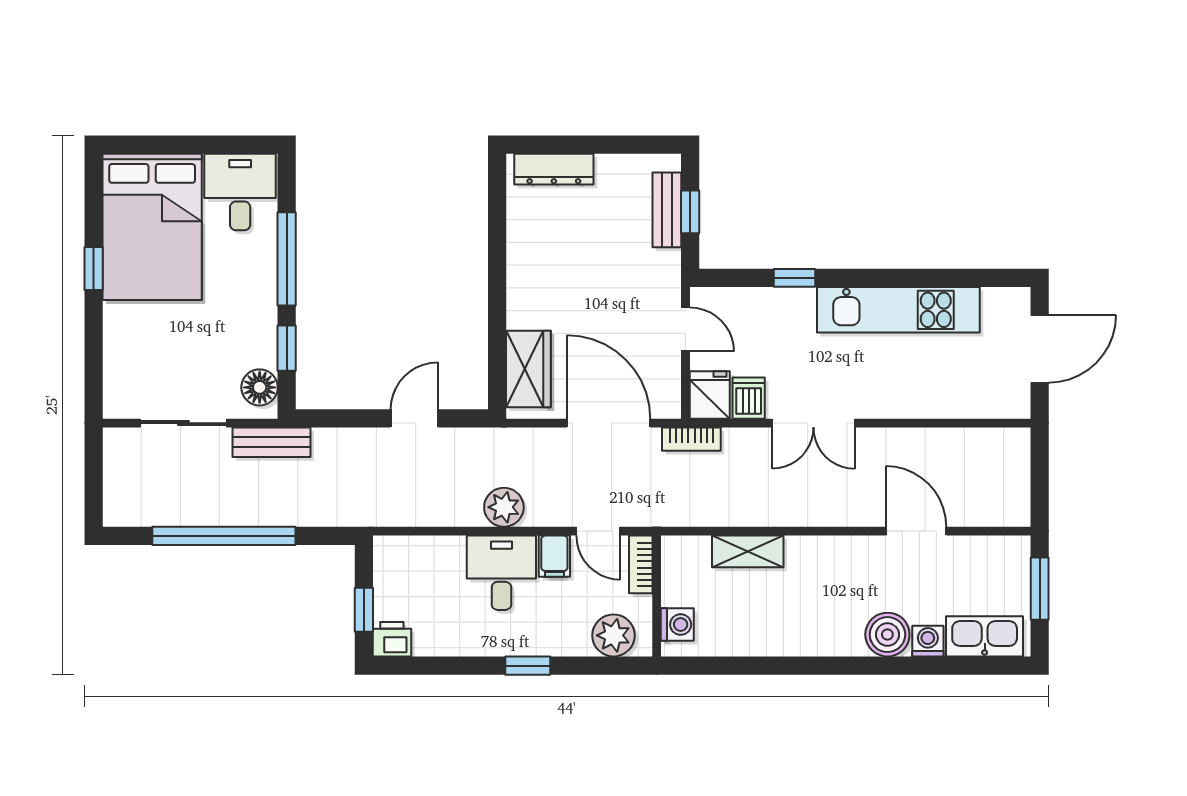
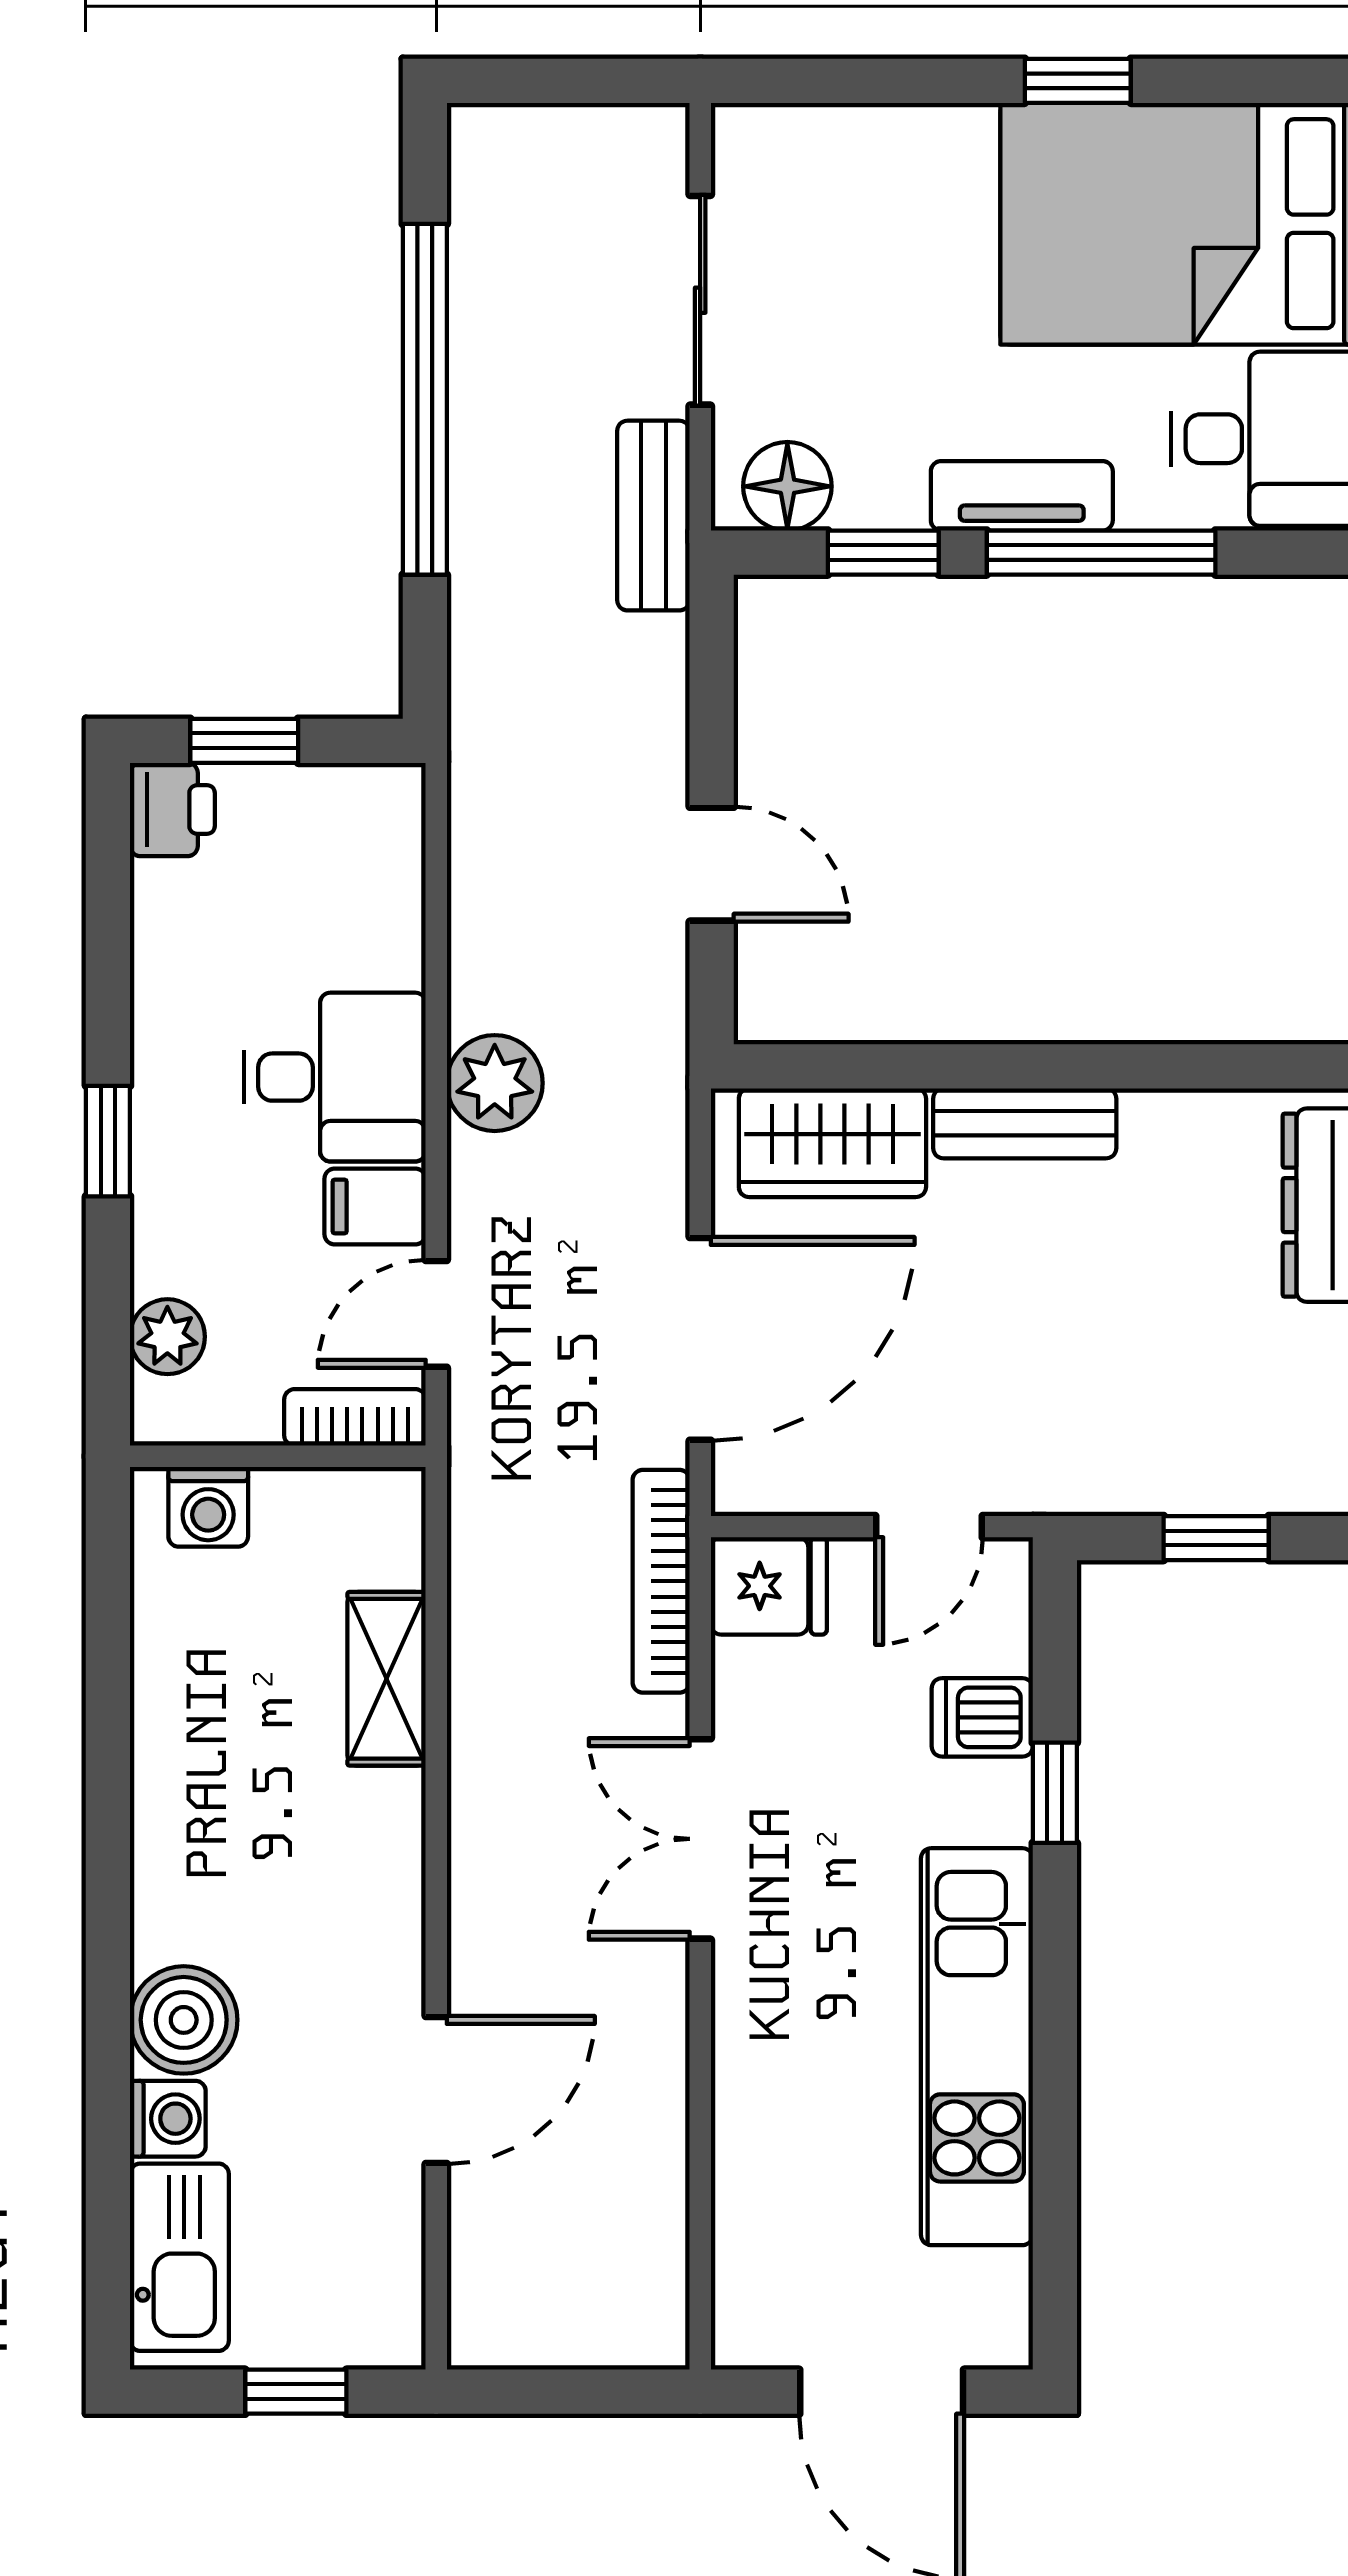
bench: (667, 210) -> (1025, 1123), moved
tv unit: (263, 291) -> (1022, 496), added
dishwasher: (749, 398) -> (982, 1717), moved, turned 180
bookcase: (691, 439) -> (661, 1581), width x1.56
window: (1040, 589) -> (296, 2392), width x0.67
plant: (613, 635) -> (167, 1337), width x0.73, depth x0.73

